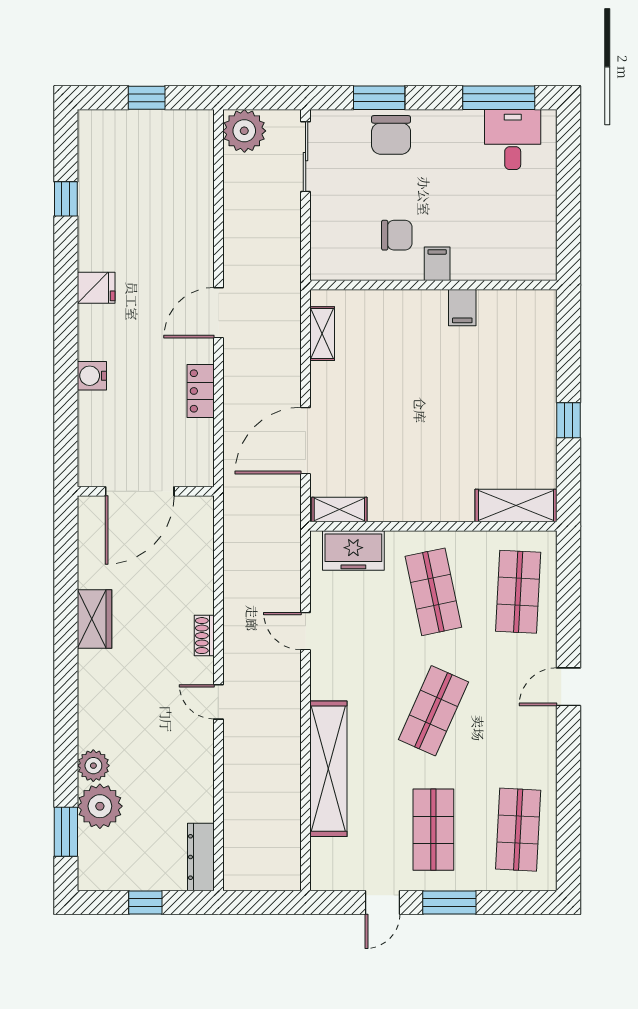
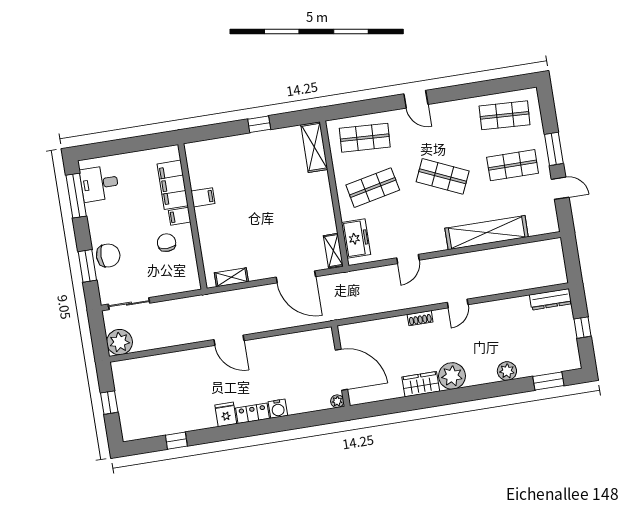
filing cabinet: (491, 260) -> (173, 185), added
locker: (201, 391) -> (252, 413), moved, turned 180
plant: (88, 476) -> (337, 401), added
plant: (100, 806) -> (452, 376), moved

